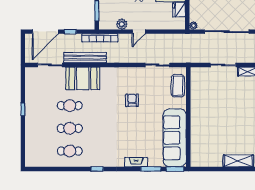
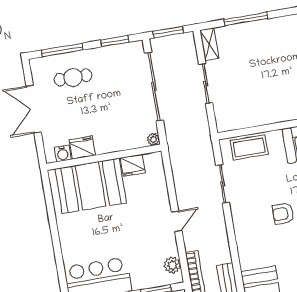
plant: (122, 24) -> (172, 265), moved
door: (139, 32) -> (177, 221), hinge flipped

